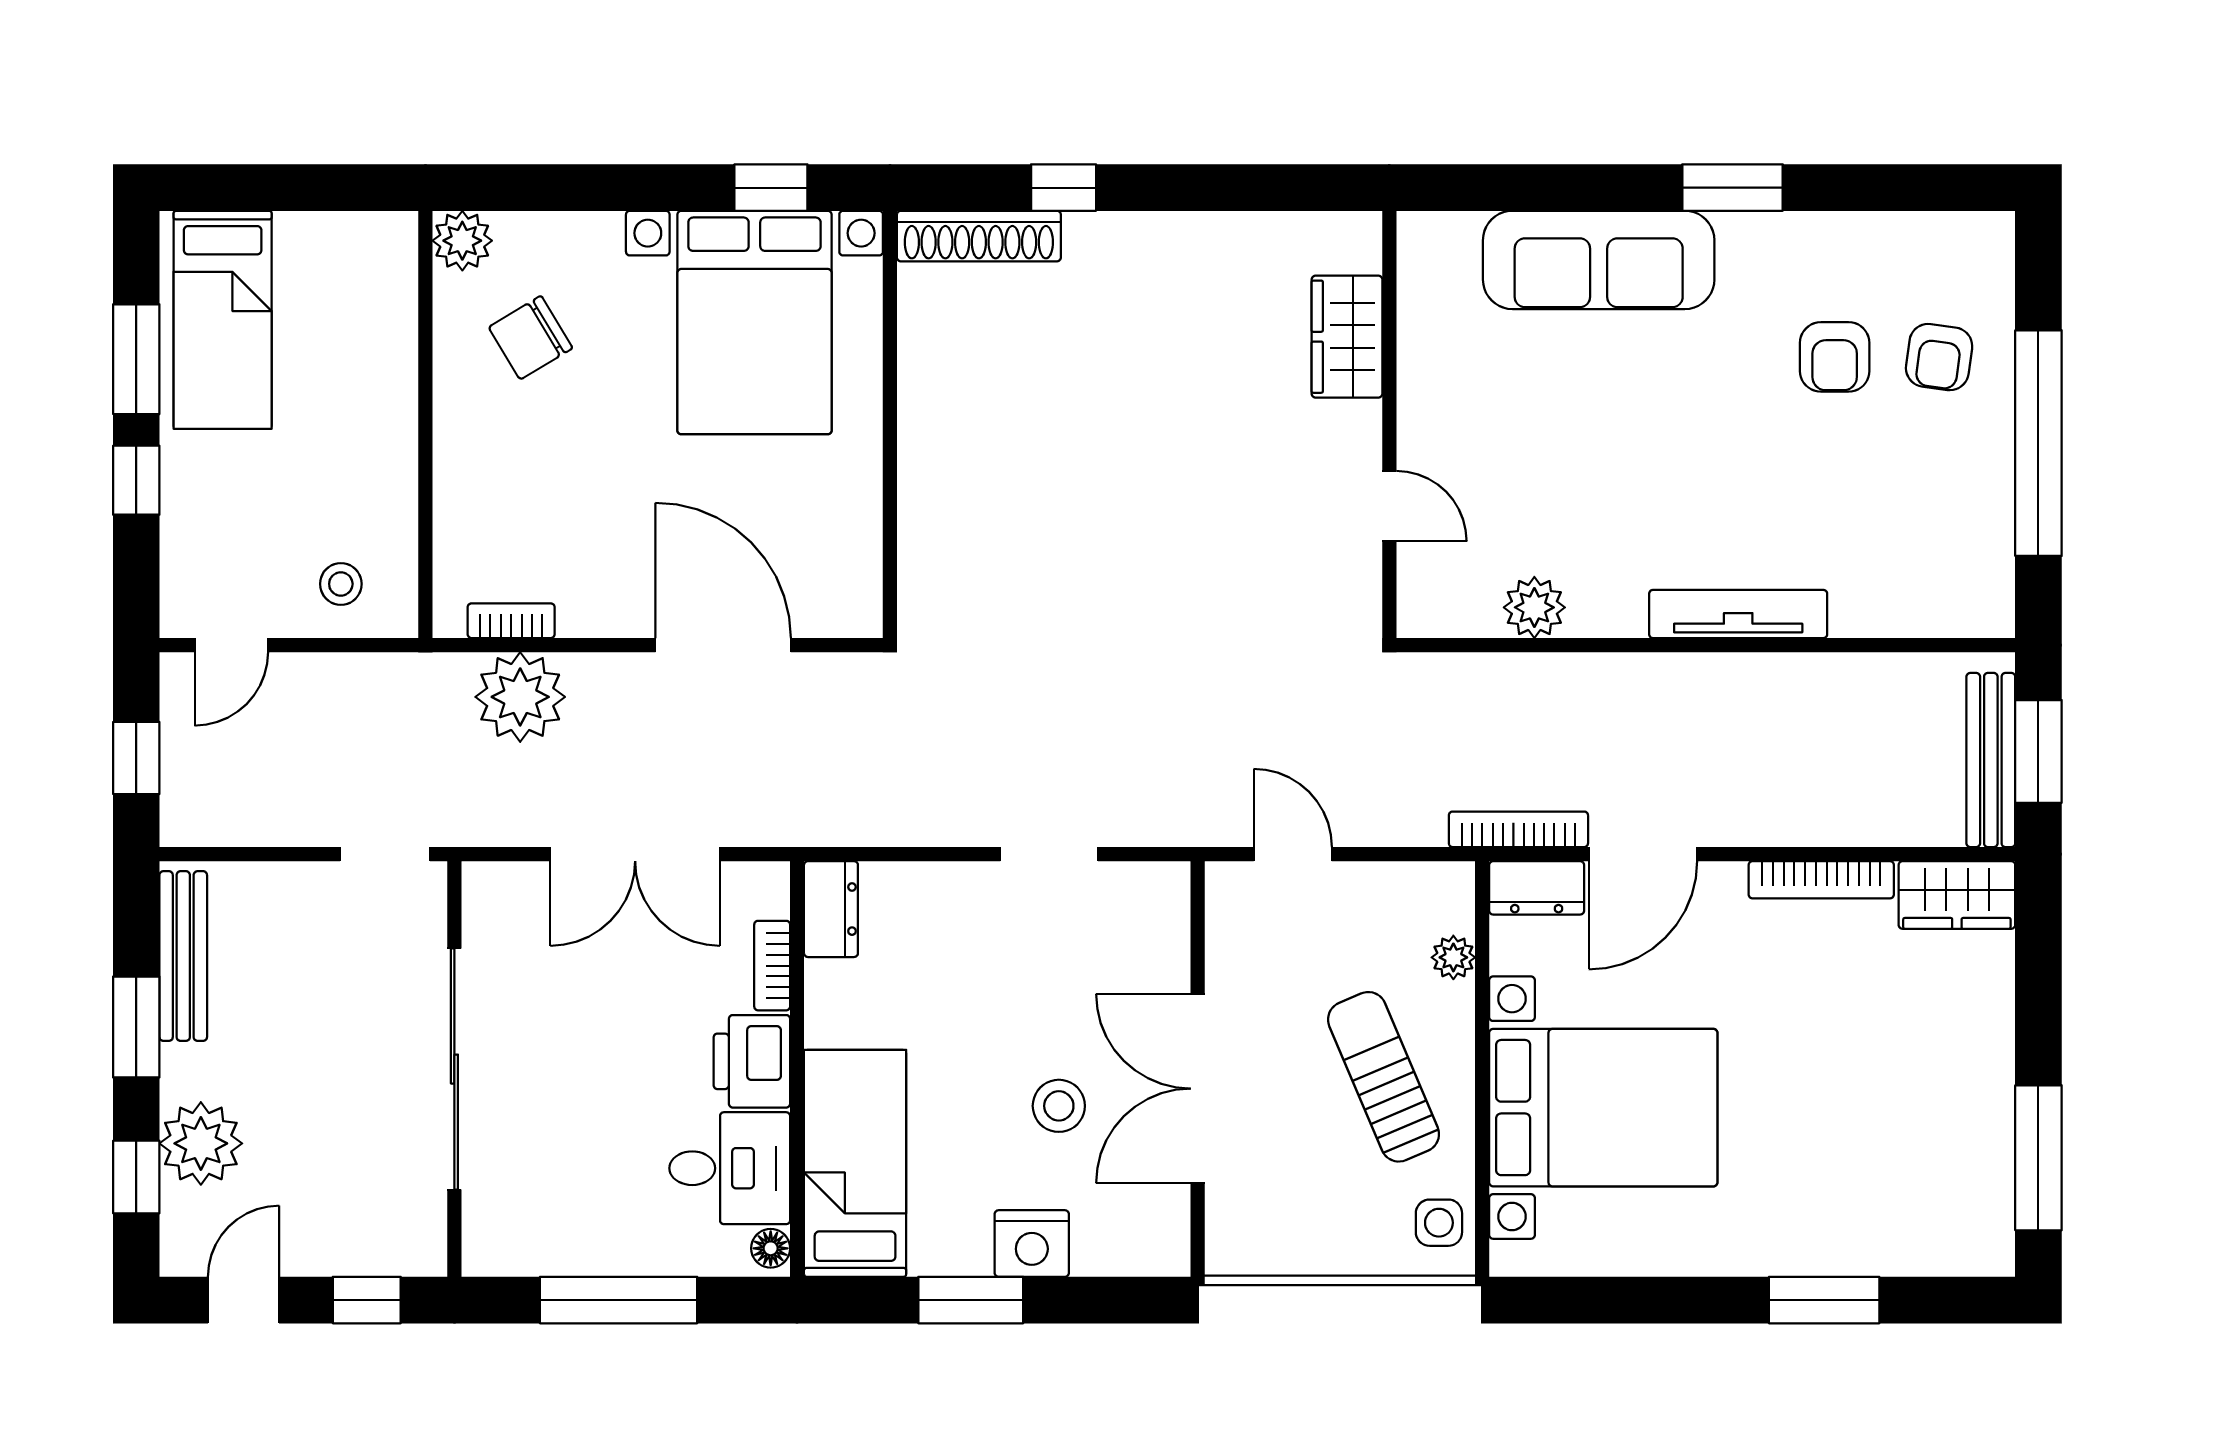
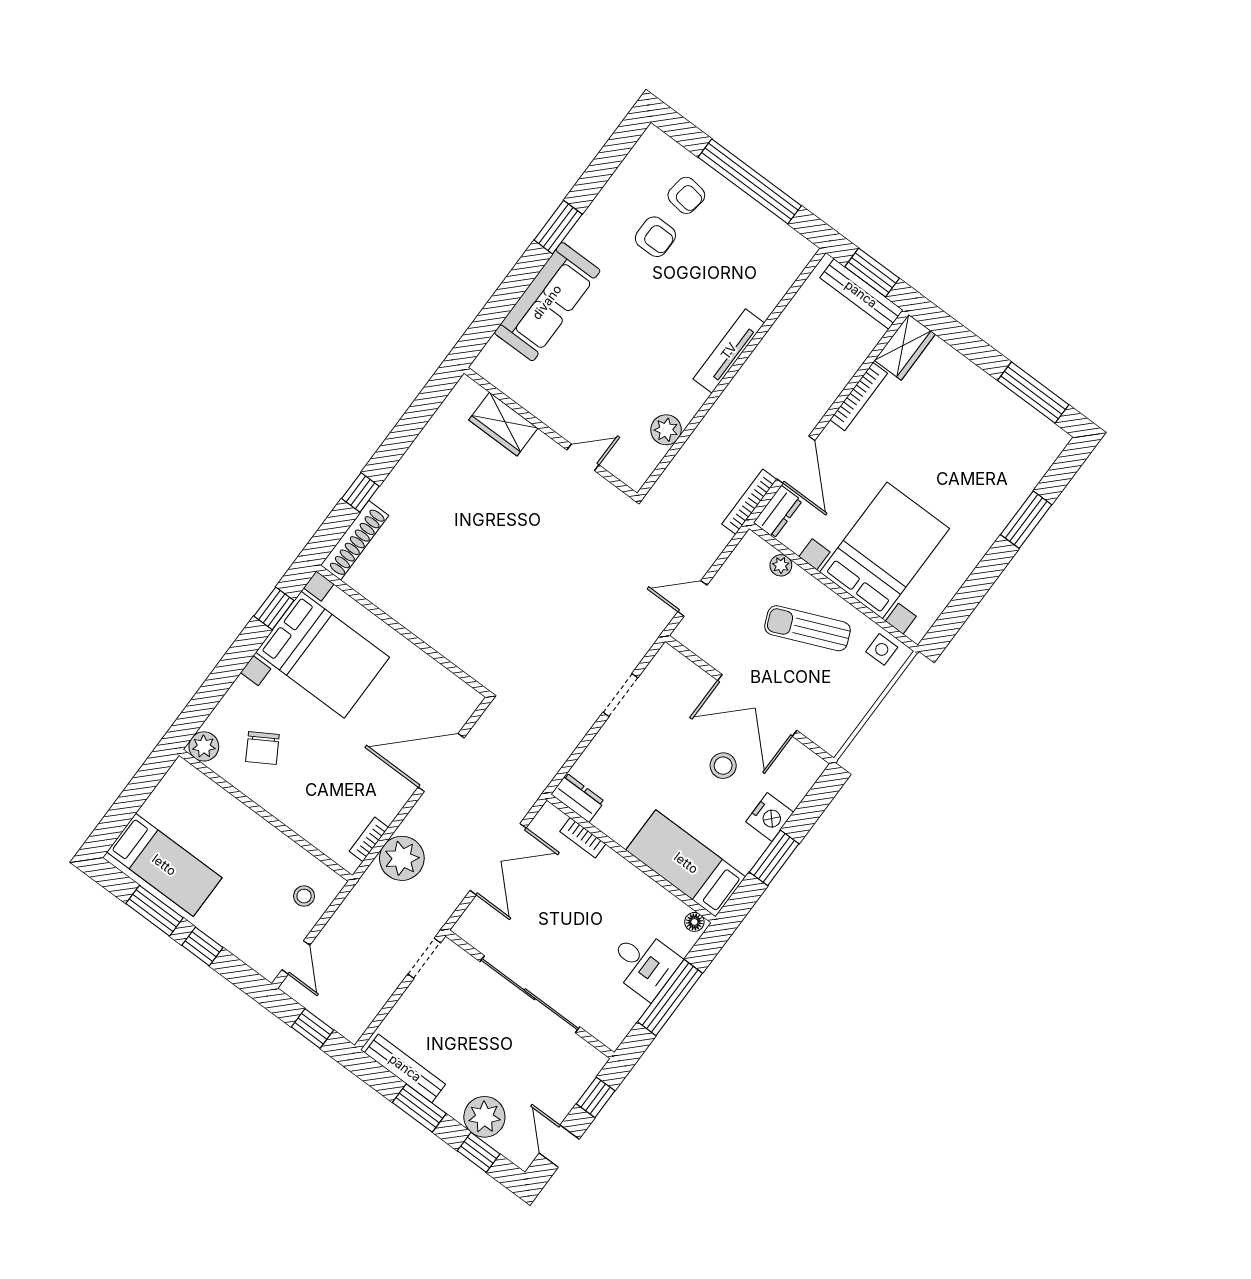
printer: (752, 1061) -> (615, 874), removed
desk: (730, 1168) -> (644, 964), moved, turned 90

